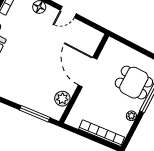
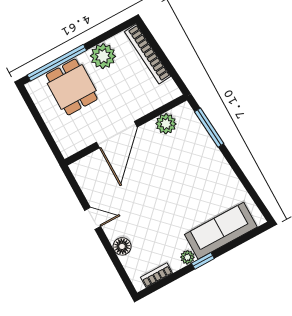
plant: (131, 116) -> (103, 56), width x1.87, depth x1.87

